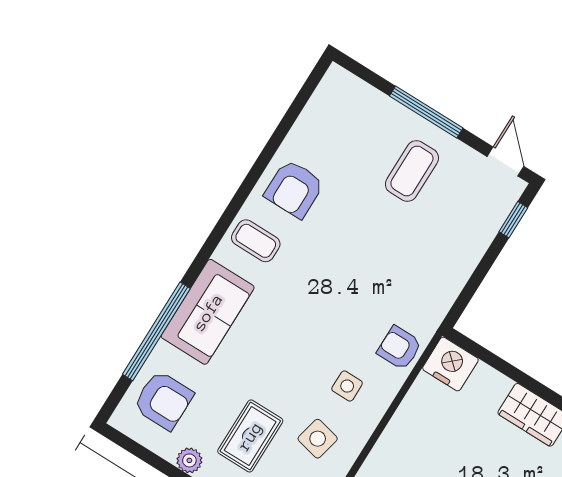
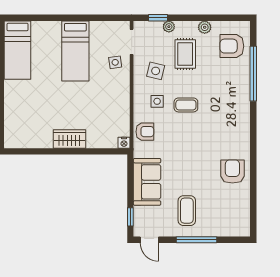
coffee table: (256, 241) -> (186, 105), moved
sofa: (208, 312) -> (147, 182), moved, turned 180
nightstand: (450, 364) -> (124, 143), width x0.53, depth x0.56

